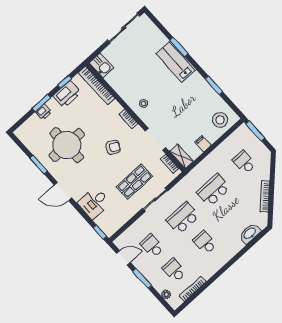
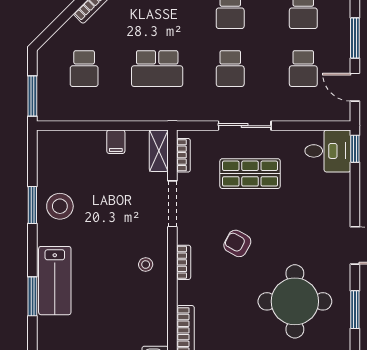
stool: (220, 120) -> (60, 206), moved
desk: (94, 203) -> (328, 151), moved
school desk: (183, 218) -> (230, 69), width x0.54

